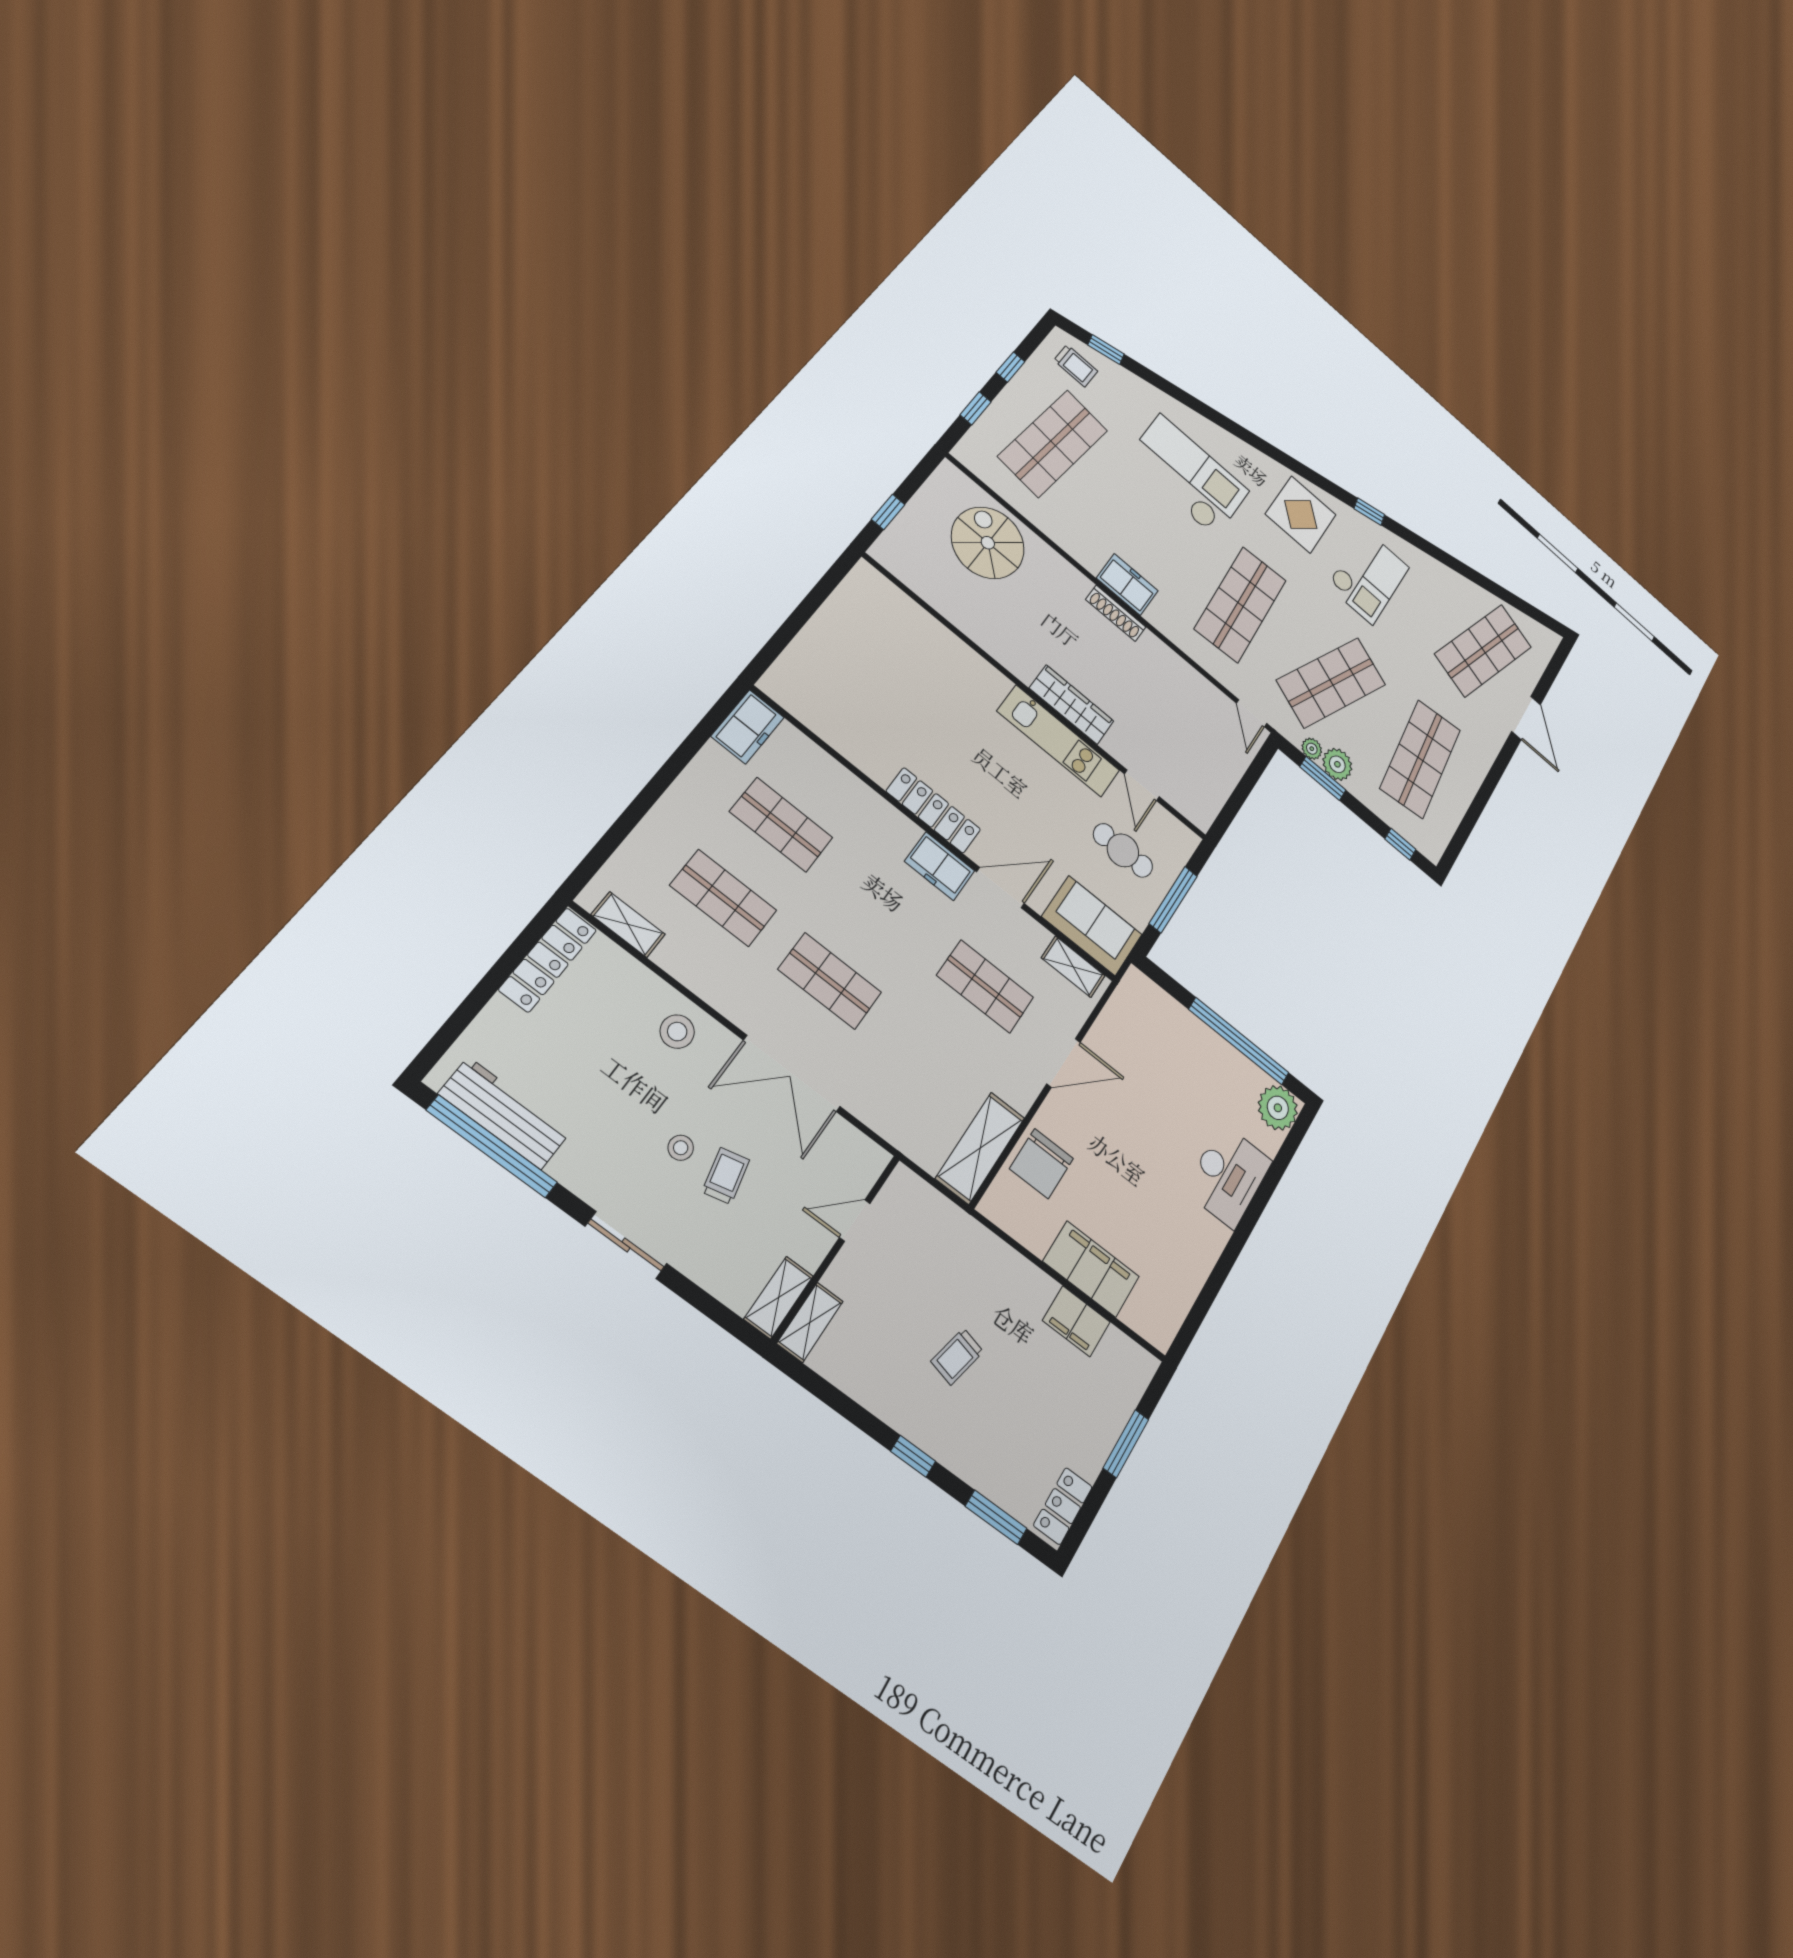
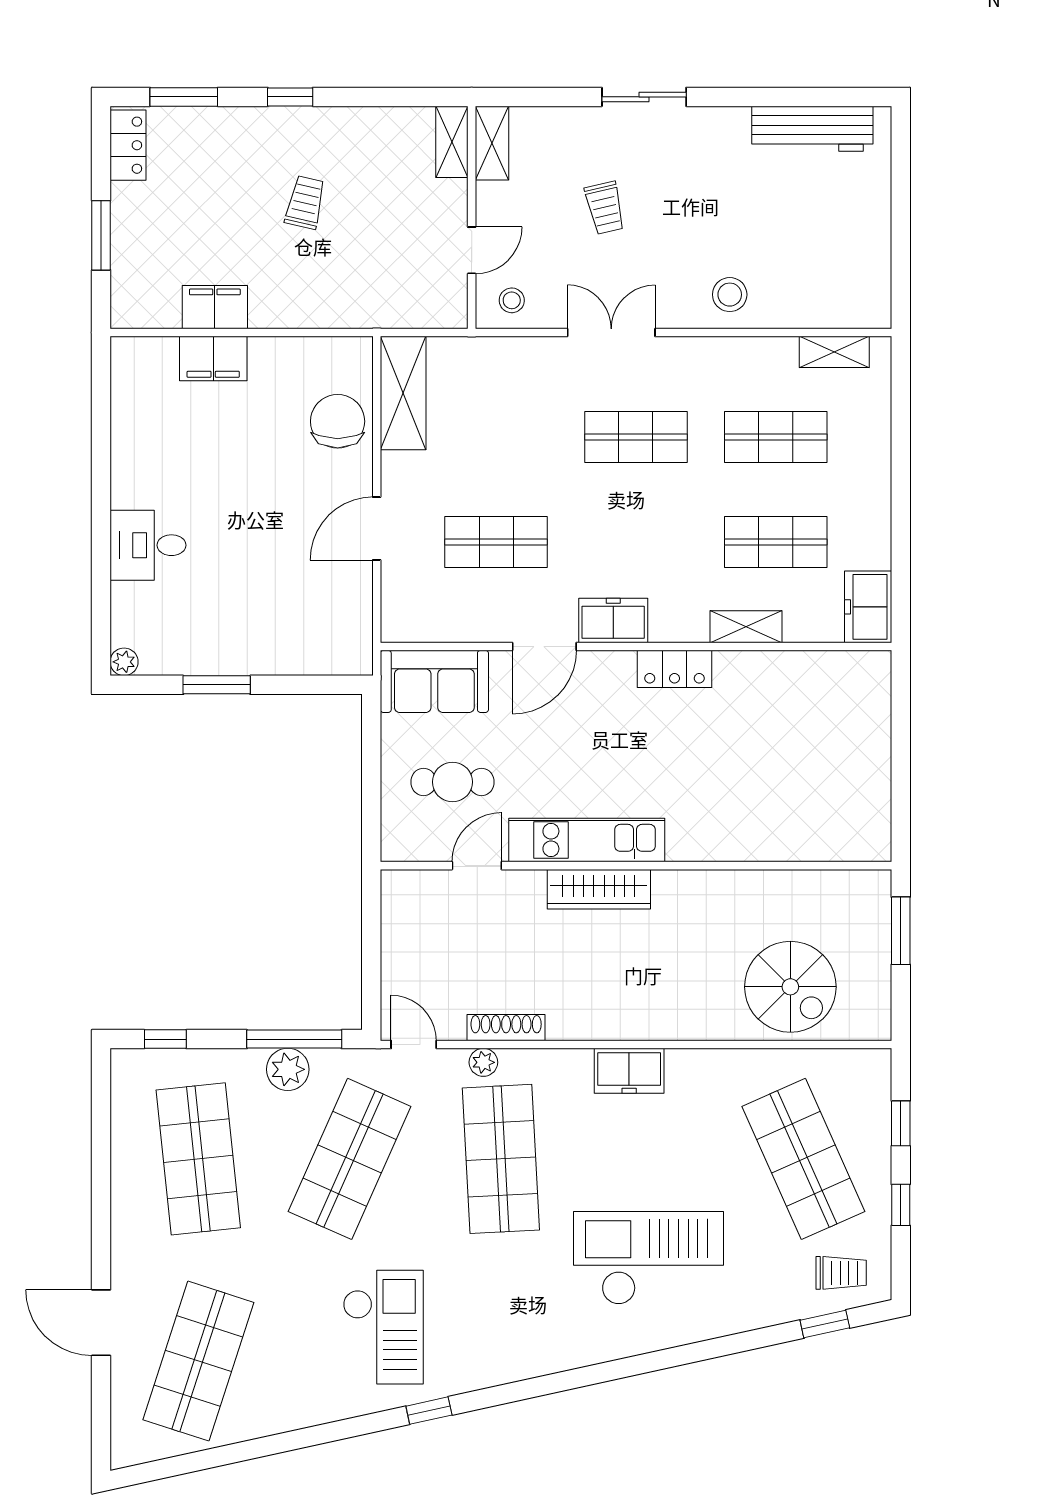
trolley: (1076, 366) -> (841, 1273), turned 180
shop shelf: (1053, 443) -> (803, 1159), turned -30
checkout: (1188, 475) -> (649, 1258), turned 180
window: (888, 512) -> (901, 931), width x1.50
display table: (1301, 514) -> (502, 1331), removed
checkout: (1368, 576) -> (383, 1327), turned 180
shoe rack: (1116, 613) -> (506, 1028), moved
plant: (1312, 749) -> (483, 1062), moved
window: (1323, 778) -> (294, 1039), width x1.44
door: (1142, 785) -> (477, 866), hinge flipped
locker: (933, 810) -> (674, 669), width x0.66
window: (1173, 900) -> (371, 774), removed
locker: (548, 960) -> (873, 273), removed
shelving: (1073, 967) -> (746, 627), moved
window: (1239, 1041) -> (217, 685), width x0.47
double door: (792, 1073) -> (611, 332), width x0.73
plant: (1278, 1108) -> (124, 662), width x0.53, depth x0.53
window: (492, 1146) -> (802, 97), removed
stool: (681, 1148) -> (512, 300), moved
desk: (1228, 1176) -> (148, 545), width x0.73
filing cabinet: (1091, 1269) -> (213, 359), width x0.67, depth x0.86

